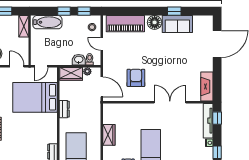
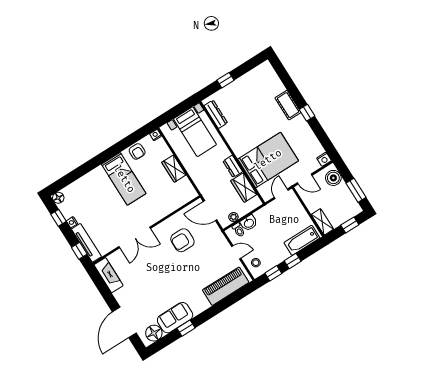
floor lamp: (155, 22) -> (154, 333), moved
wardrobe: (71, 74) -> (244, 188), moved, turned -90
armchair: (136, 78) -> (182, 240), turned 90

